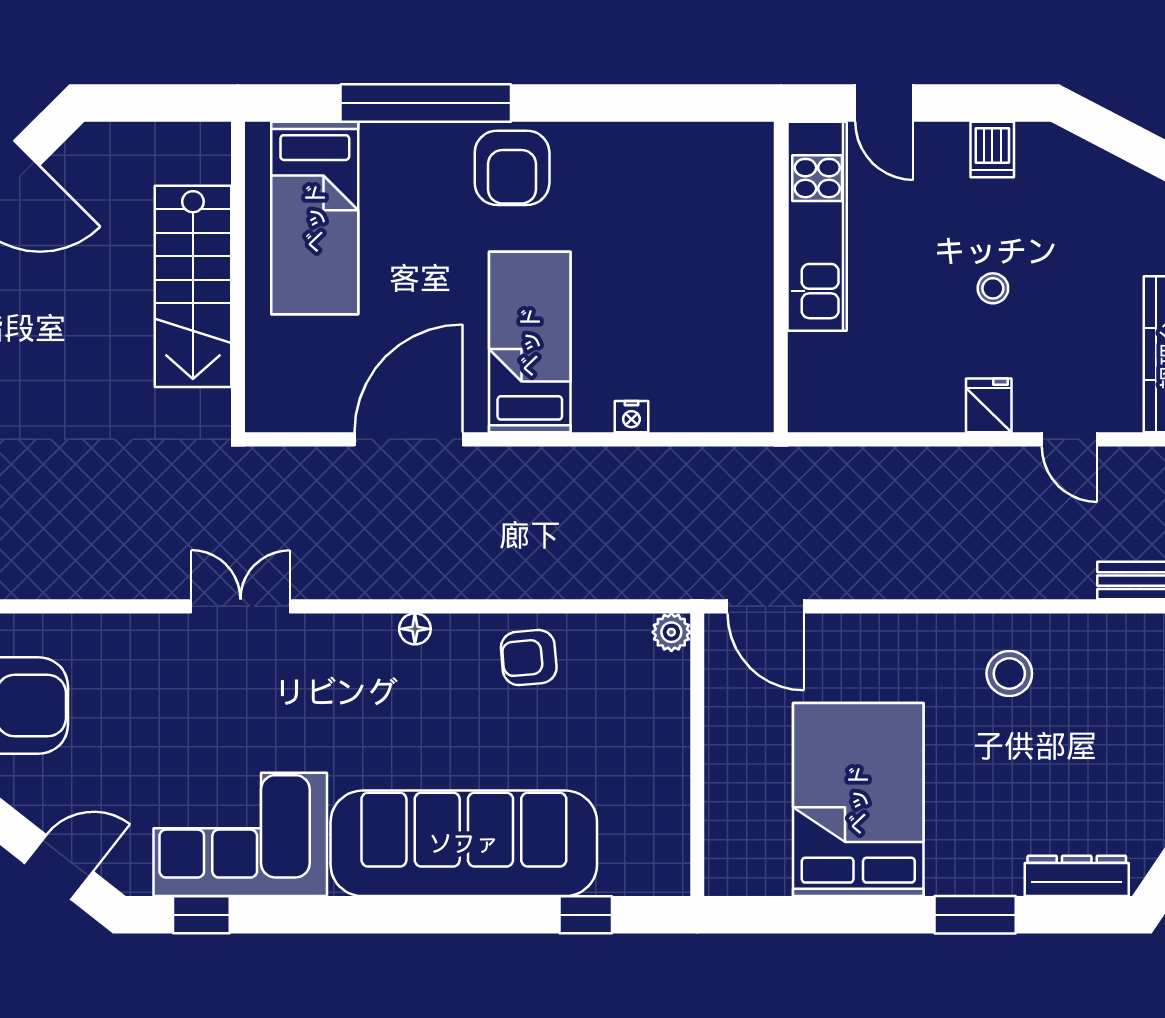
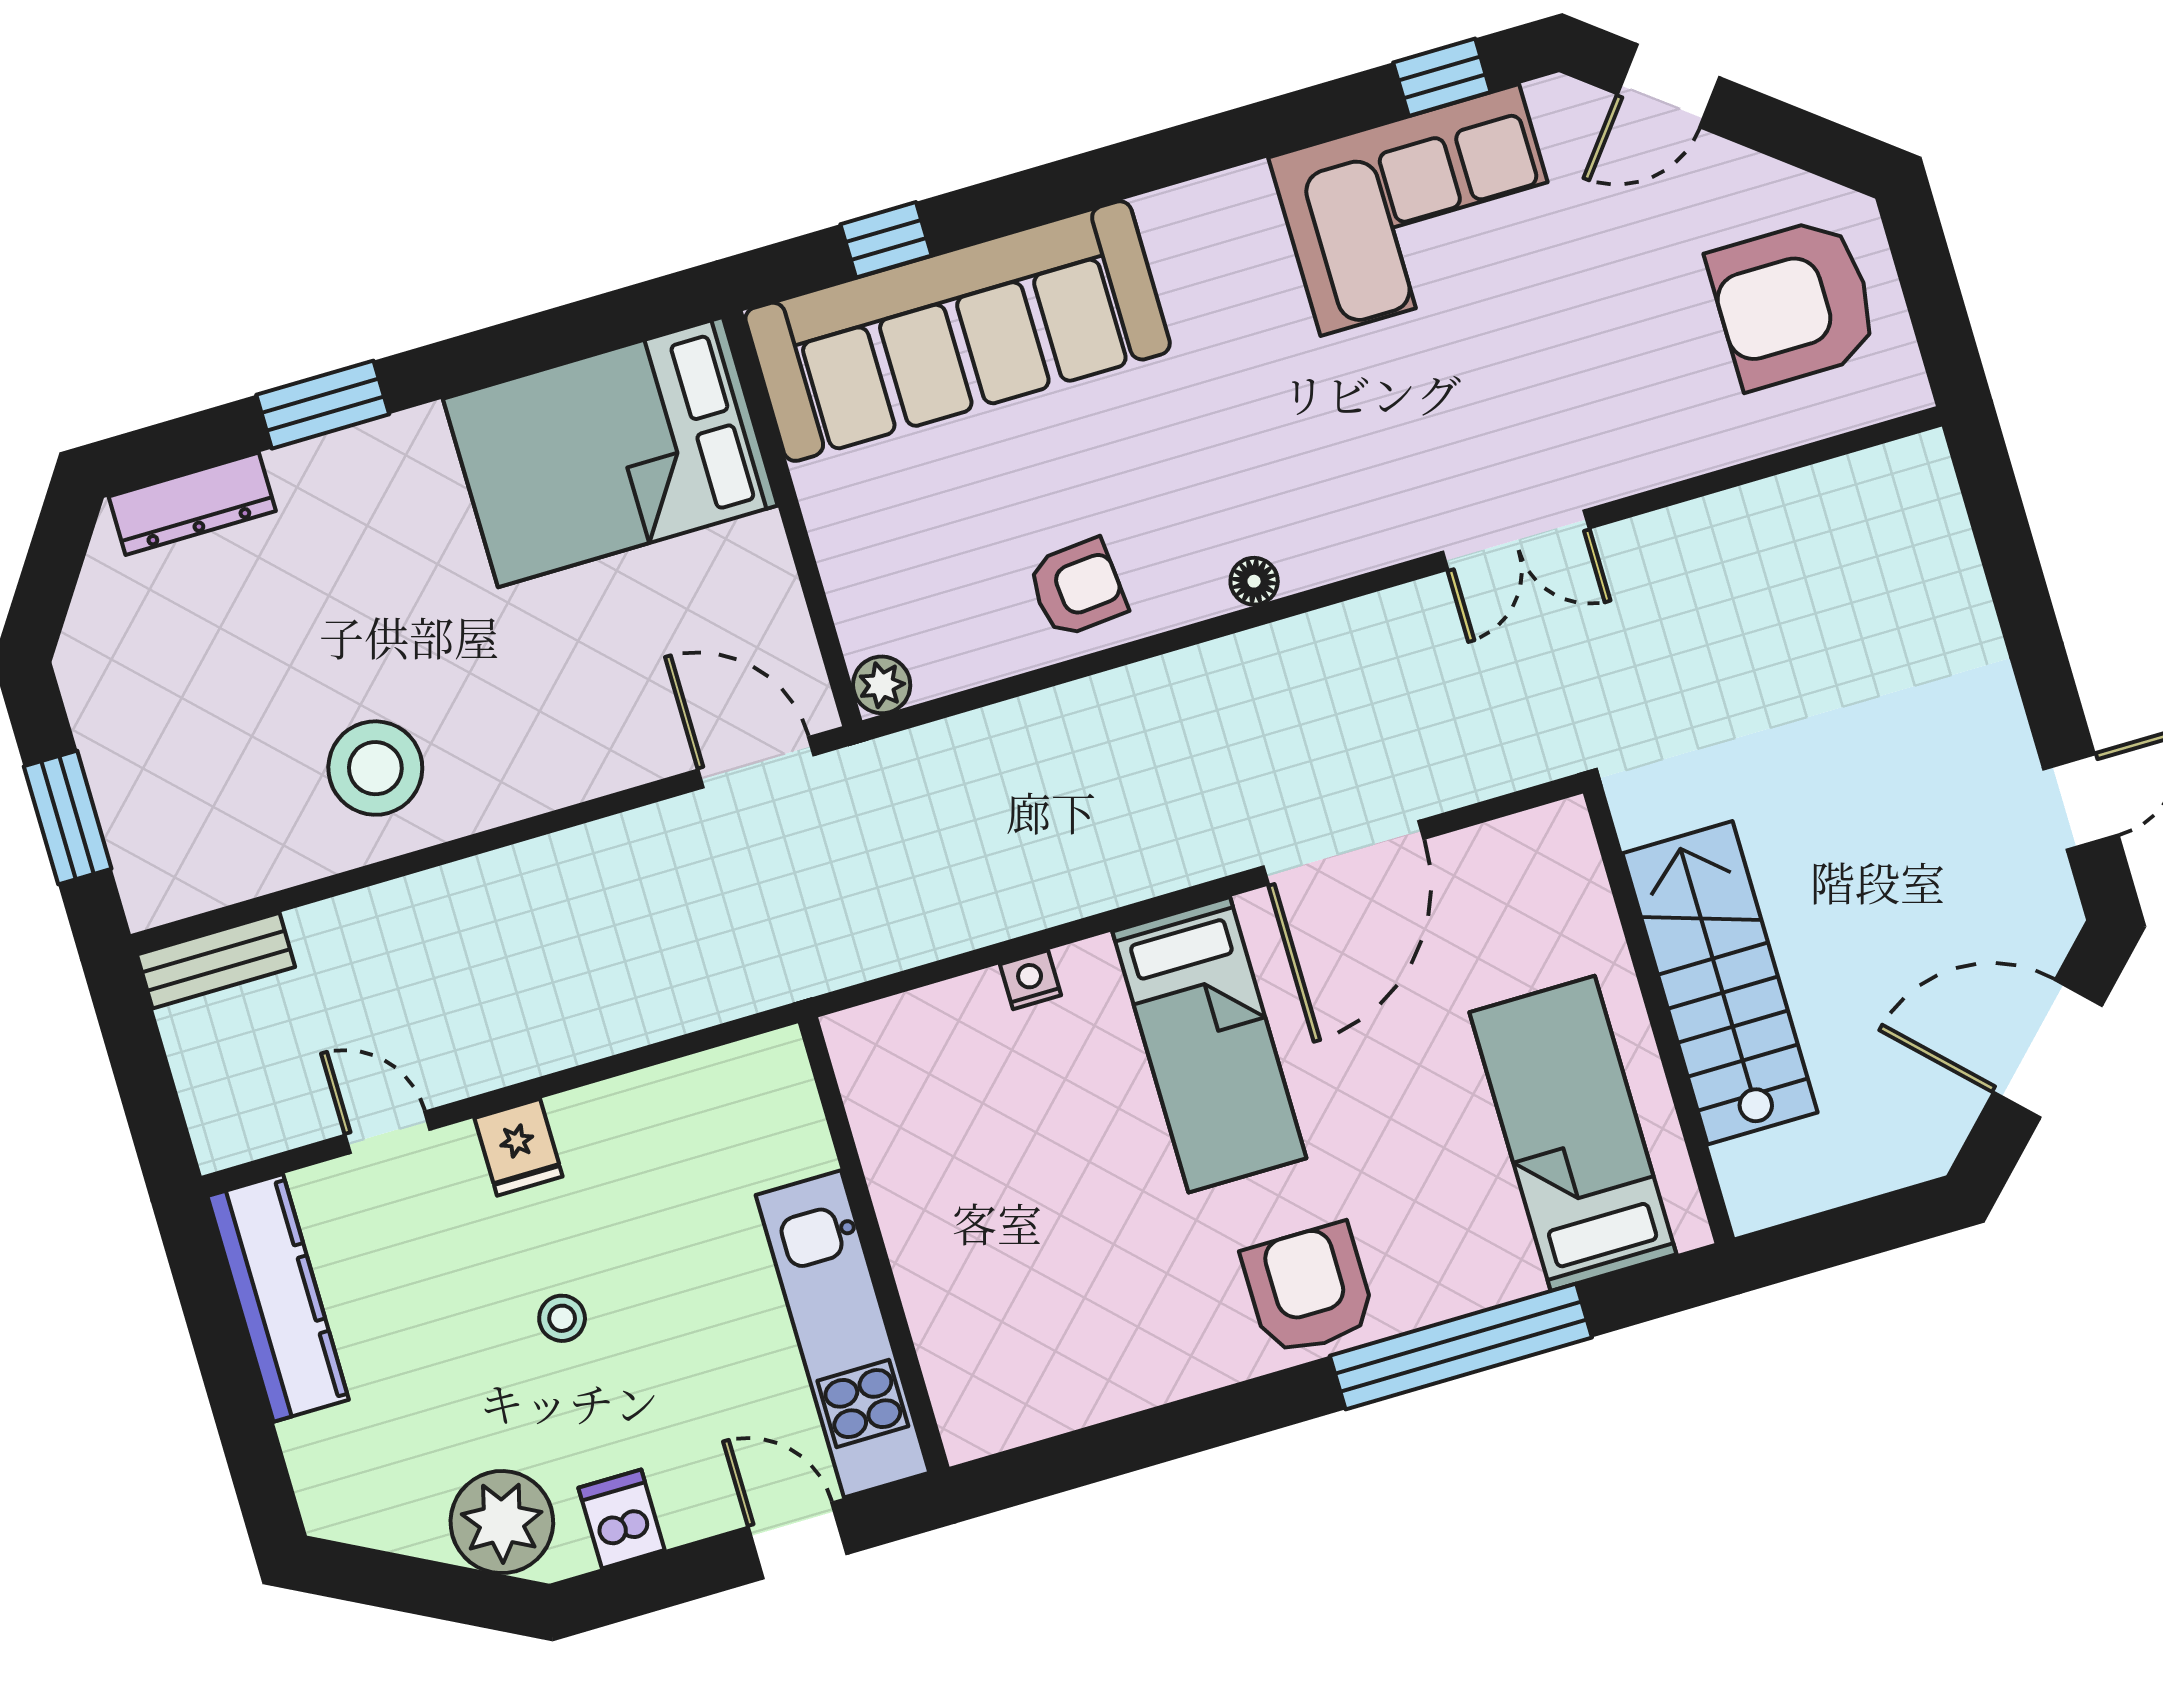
plant: (1069, 170) -> (502, 1522), added
stool: (1009, 673) -> (375, 768), width x1.38, depth x1.38
bed: (858, 800) -> (610, 452), moved, turned 90
sofa: (464, 843) -> (958, 331), moved

